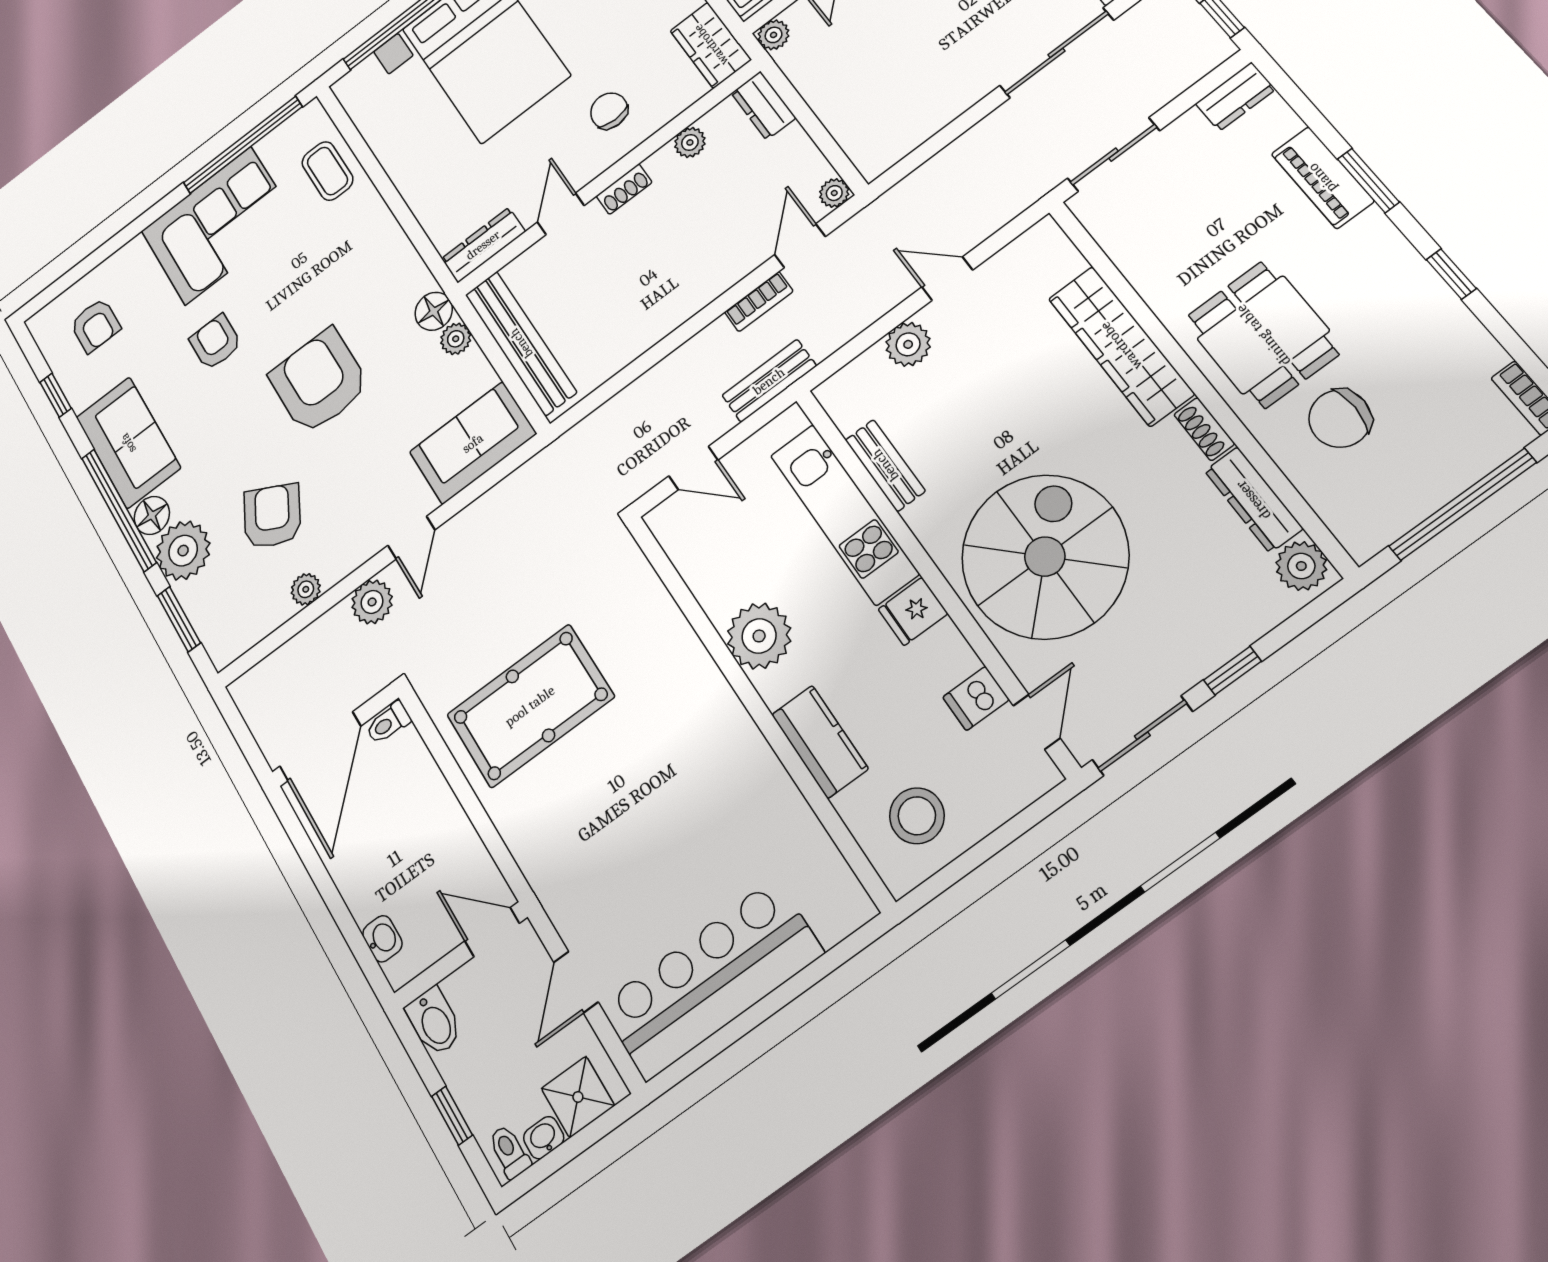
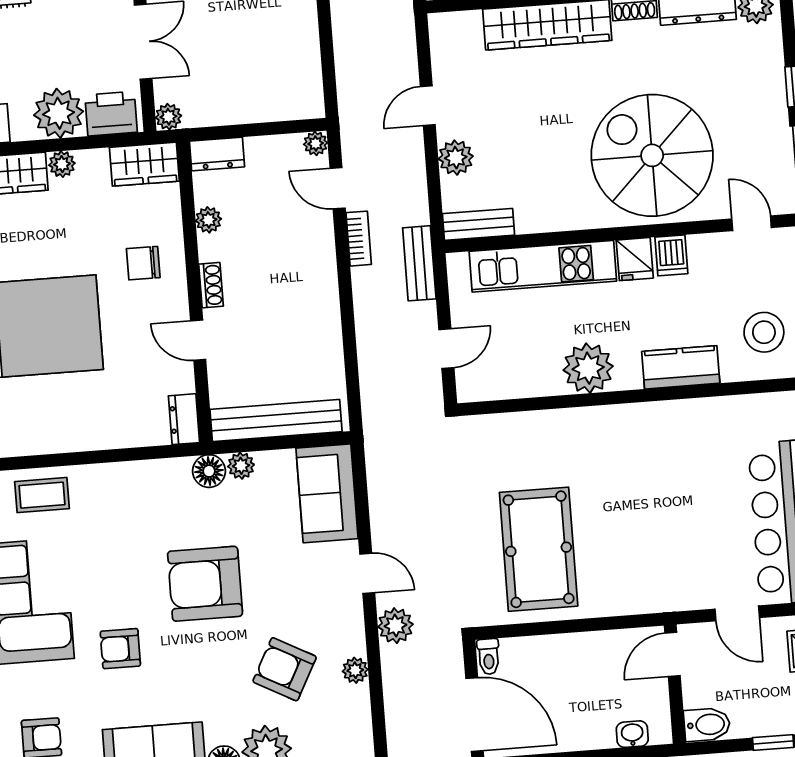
dresser: (483, 245) -> (184, 419), width x0.70
bench: (885, 465) -> (479, 224), moved
dishwasher: (976, 698) -> (671, 255), moved

